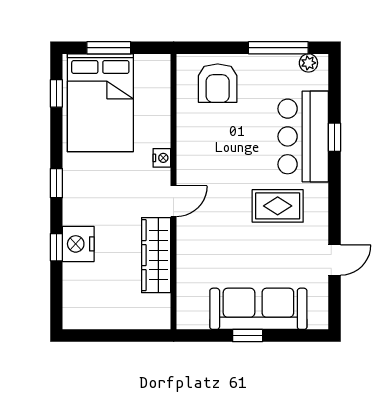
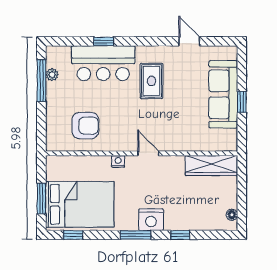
plant: (308, 63) -> (52, 75), moved
armchair: (218, 83) -> (85, 126), moved
window: (56, 183) -> (136, 235), width x1.50
nightstand: (78, 244) -> (151, 220), moved
wardrobe: (156, 255) -> (211, 165), moved
floor lamp: (85, 321) -> (232, 215), added

